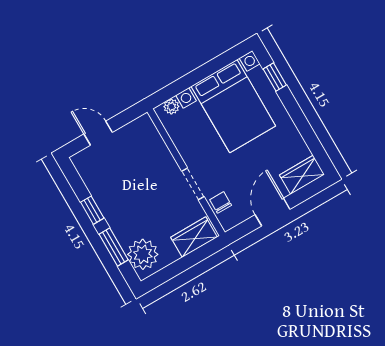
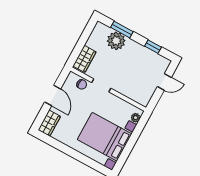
window: (275, 77) -> (93, 164), removed
window: (92, 210) -> (153, 47), moved
plant: (143, 254) -> (116, 41), moved

